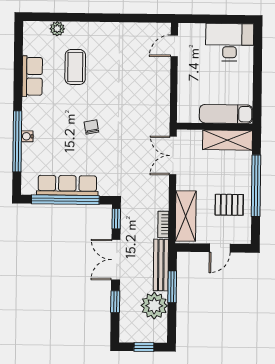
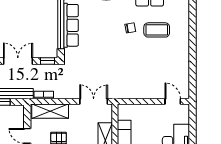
plant: (57, 29) -> (184, 17), removed
chair: (91, 127) -> (130, 28), moved

